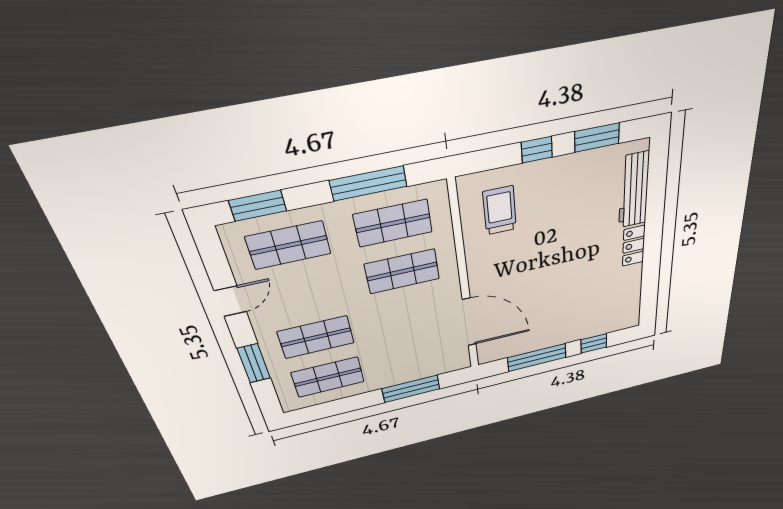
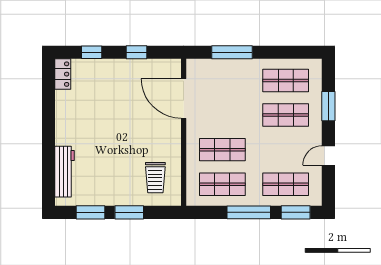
window: (537, 150) -> (129, 212), width x1.50
window: (369, 183) -> (249, 212), moved
locker: (634, 246) -> (63, 74), moved
window: (537, 358) -> (136, 52), width x0.46

